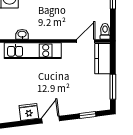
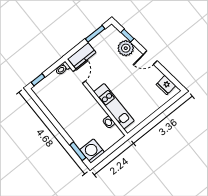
door: (86, 41) -> (79, 76), swing flipped
plant: (77, 104) -> (126, 48), added
fridge: (29, 112) -> (166, 85), moved

